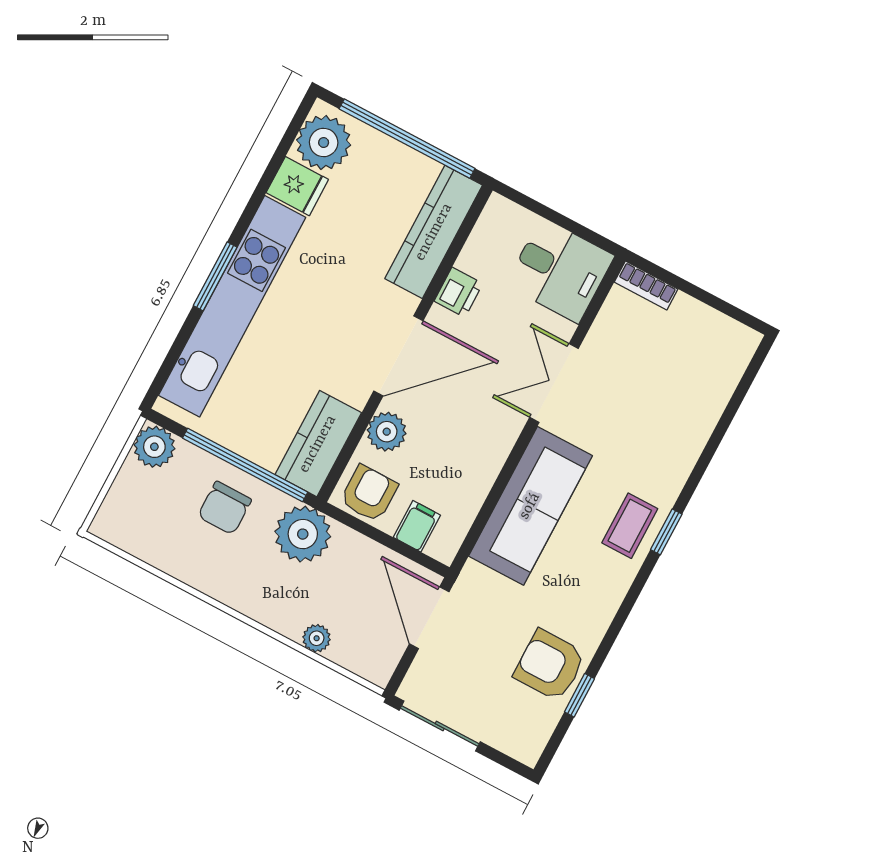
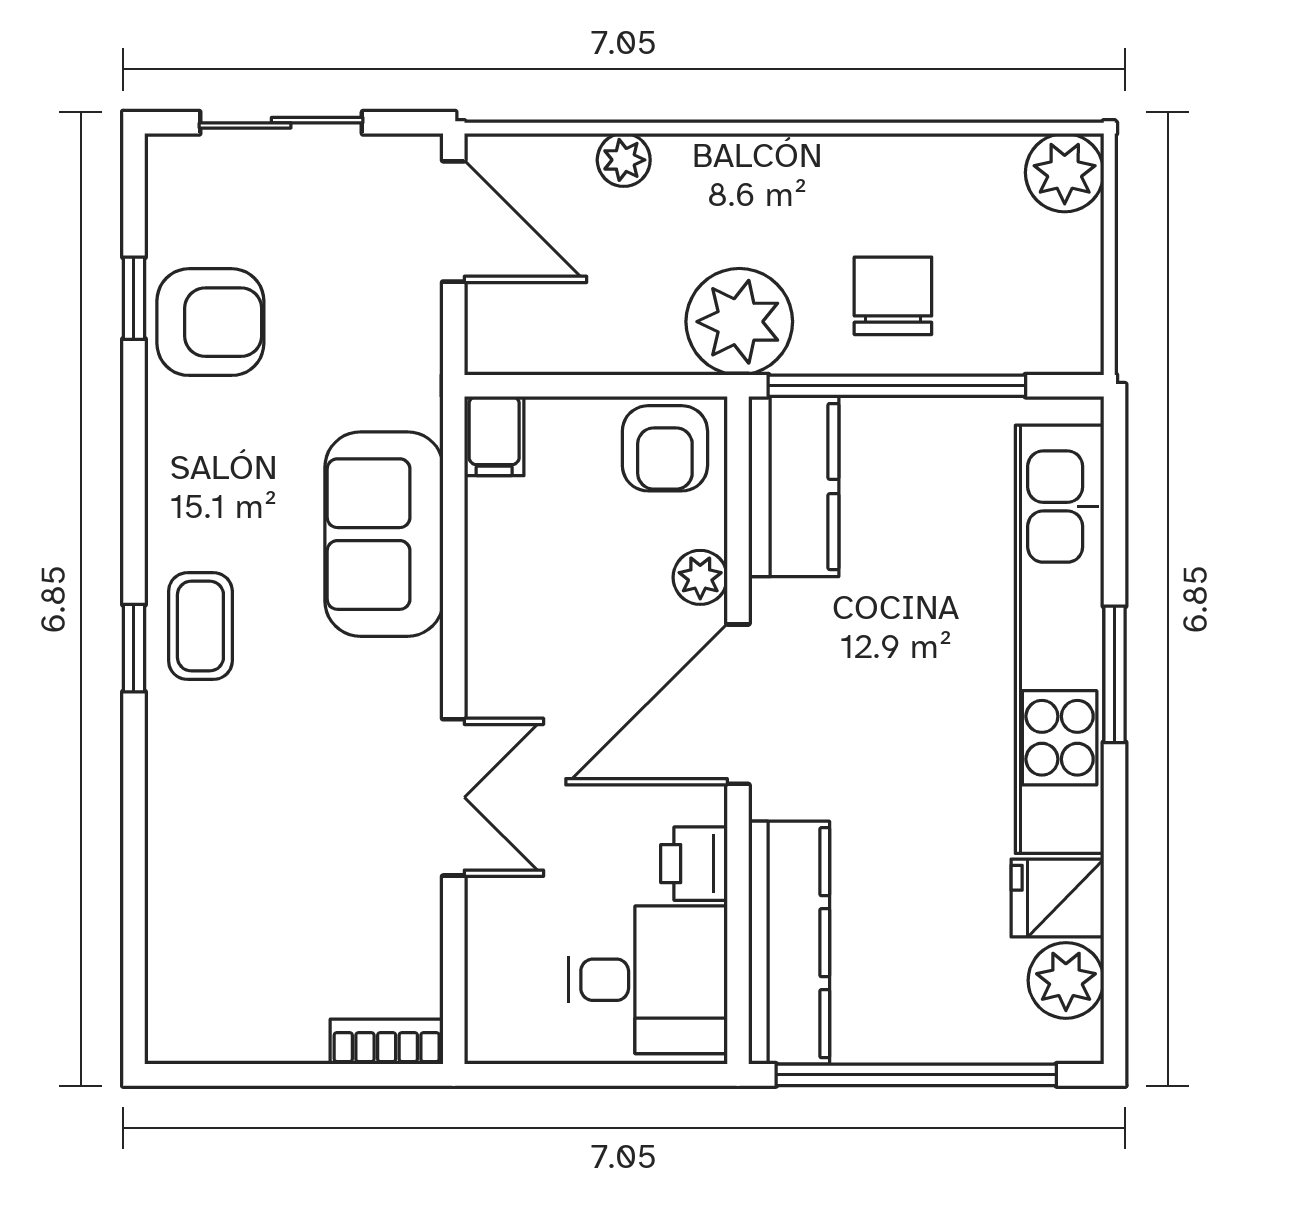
plant: (324, 142) -> (1066, 980), width x0.73, depth x0.73
desk: (560, 270) -> (648, 980), moved, turned 180
plant: (387, 432) -> (700, 577), width x0.73, depth x0.73
plant: (154, 447) -> (1065, 173), moved
sofa: (530, 506) -> (384, 534), width x0.73
filing cabinet: (417, 526) -> (494, 436), moved
door: (429, 618) -> (454, 221), moved
sliding door: (440, 726) -> (281, 123), moved

